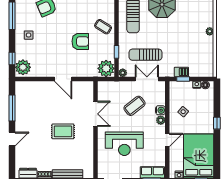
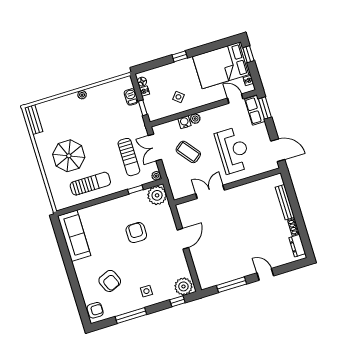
coffee table: (103, 27) -> (113, 213), removed
barbecue: (181, 72) -> (131, 97), moved
rug: (63, 131) -> (240, 221), removed
door: (167, 140) -> (235, 99), moved

